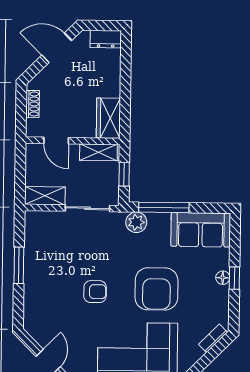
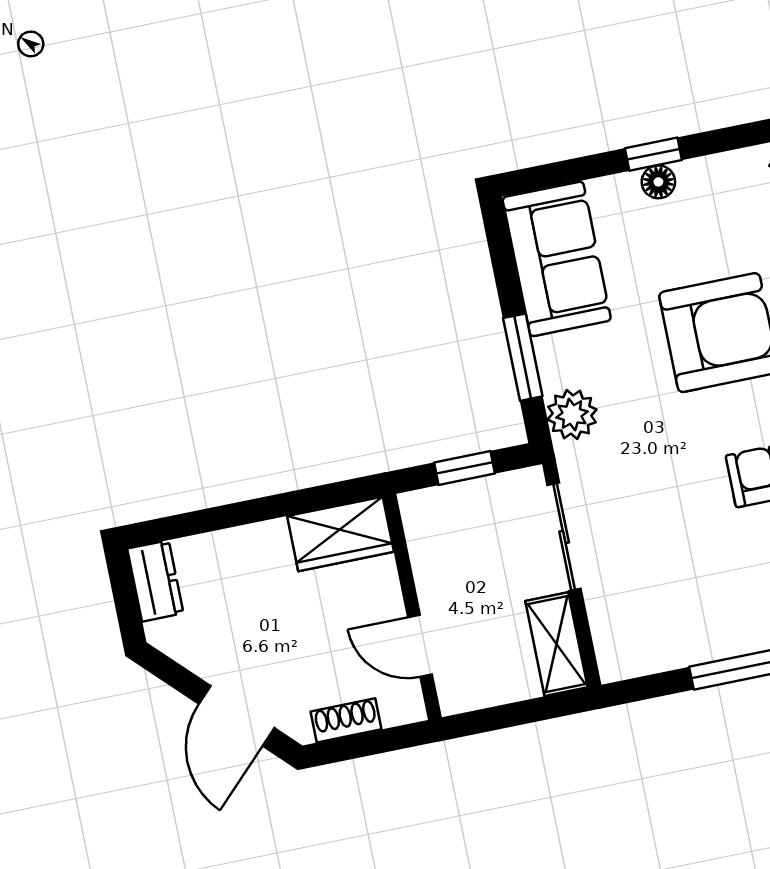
door: (57, 48) -> (237, 716), moved
door: (56, 140) -> (420, 646), swing flipped
shelving: (98, 152) -> (426, 540), removed
window: (164, 207) -> (523, 357), width x0.69

